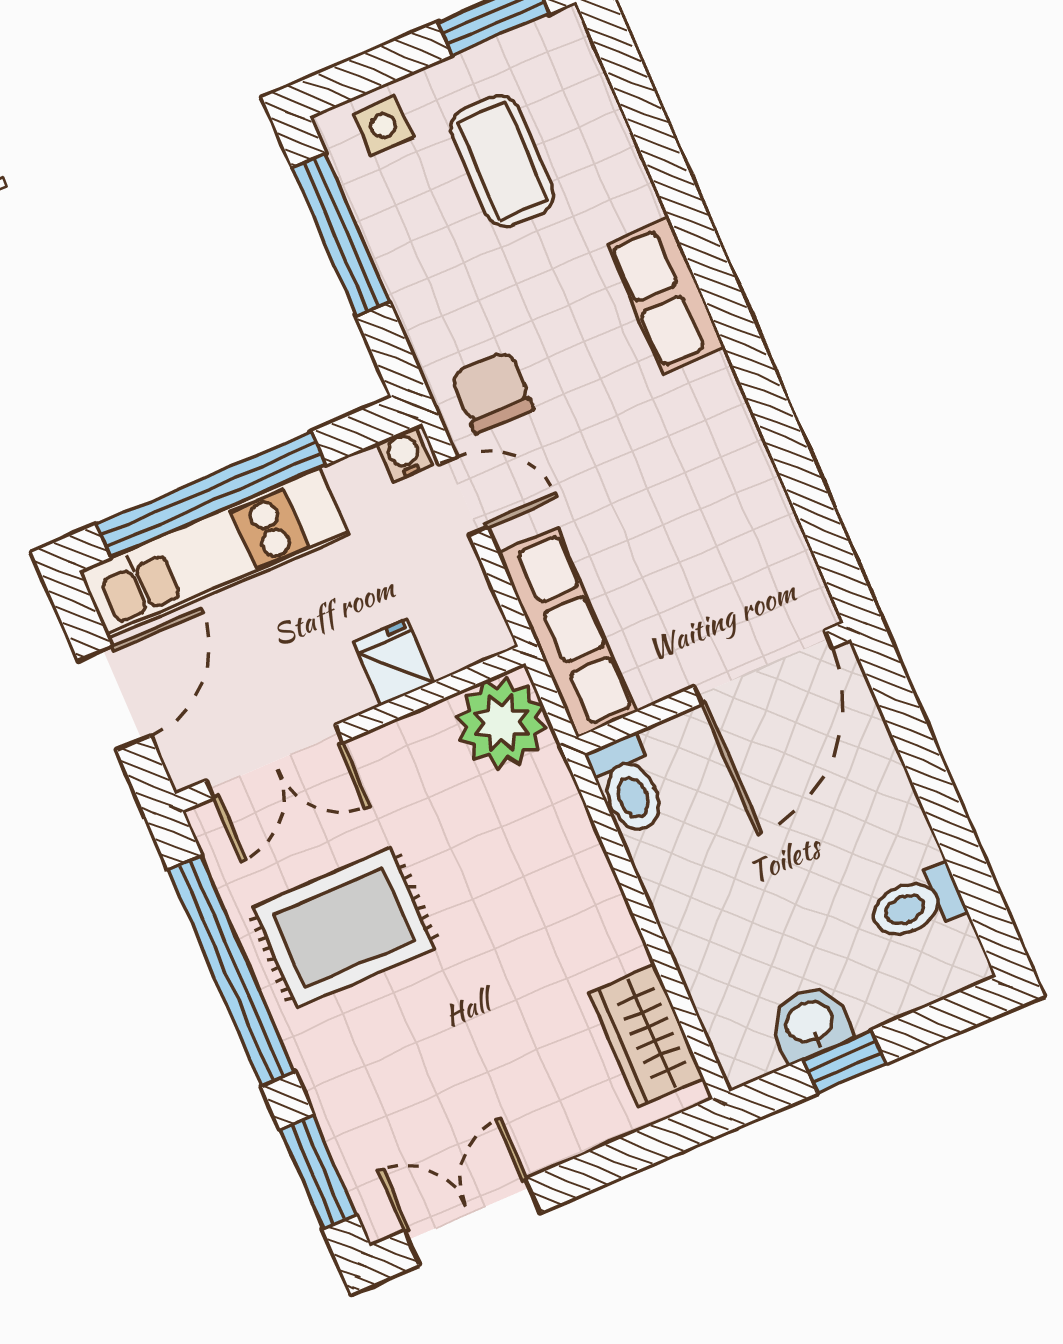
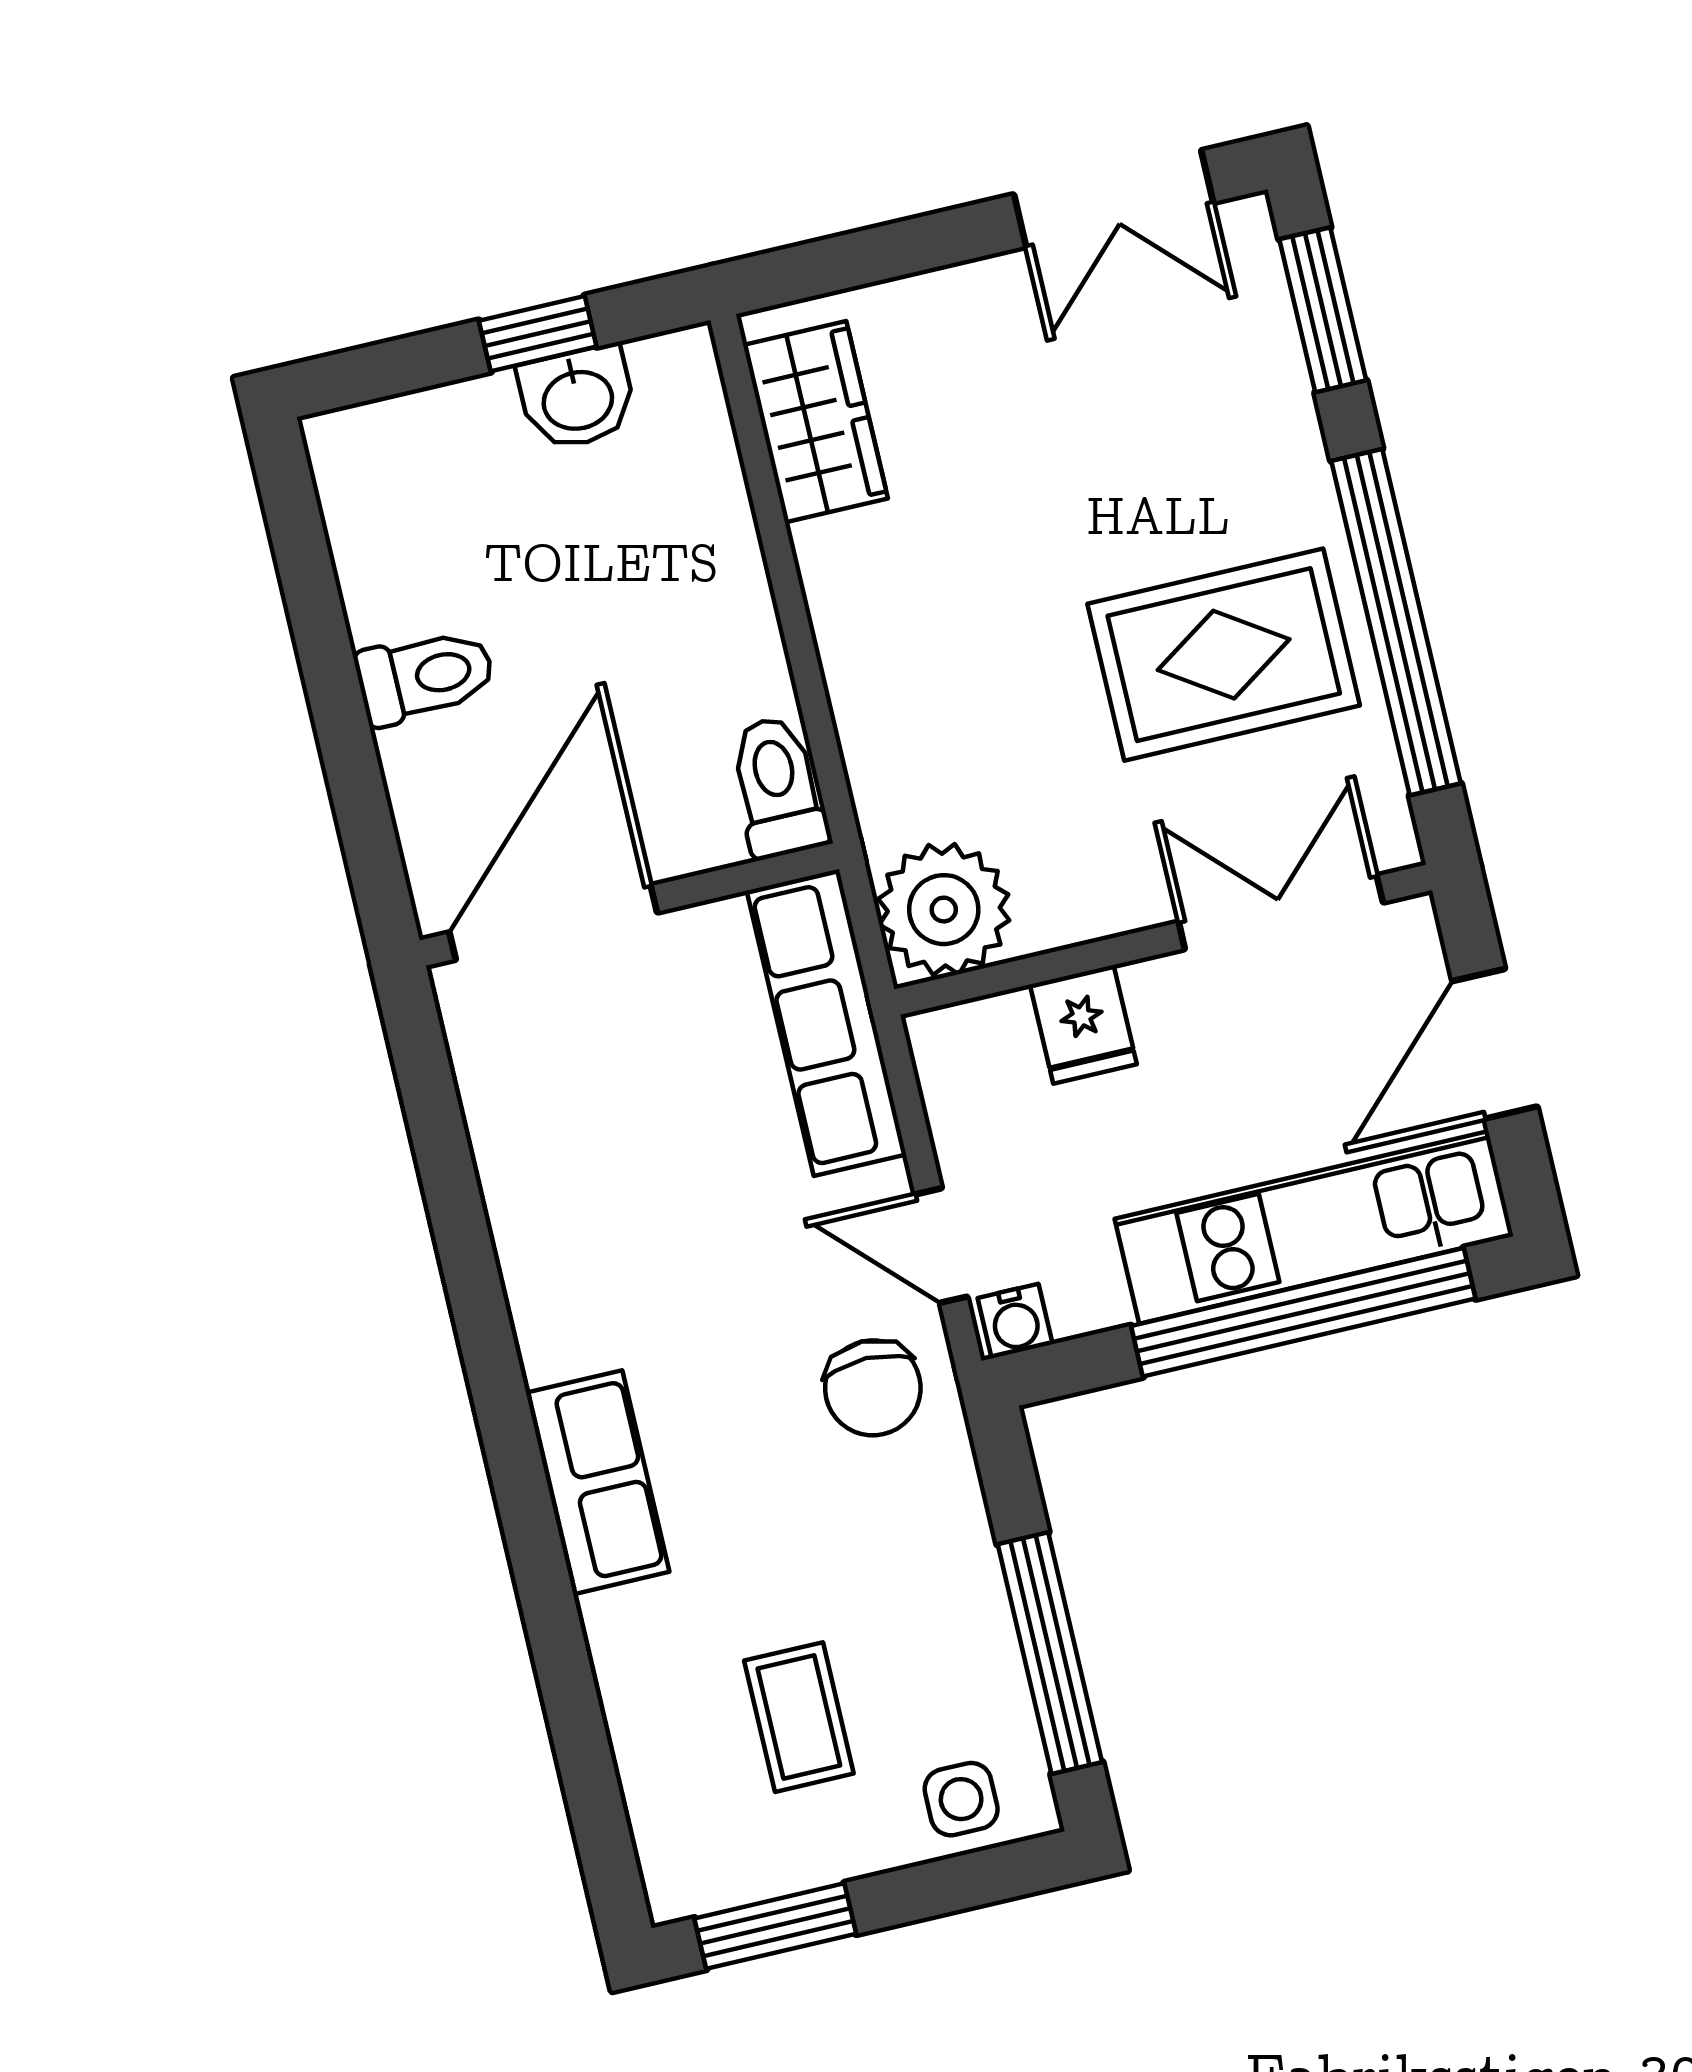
coffee table: (502, 161) -> (799, 1717), width x0.73, depth x0.77
toilet: (916, 904) -> (425, 676), moved

